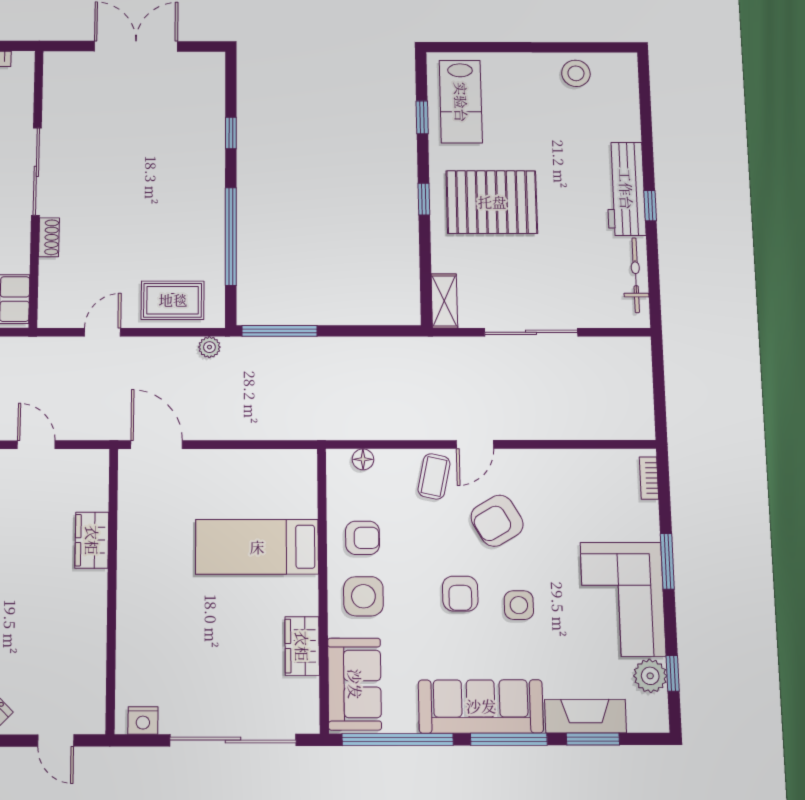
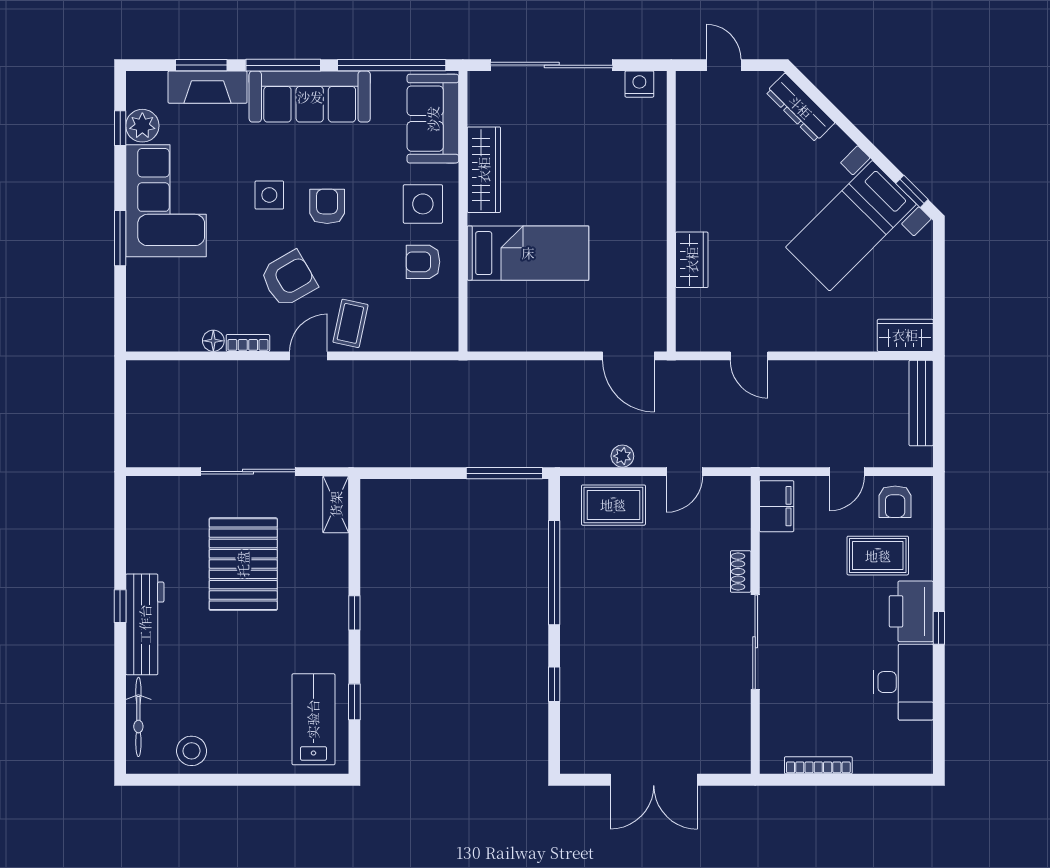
pallet: (492, 202) -> (243, 564), moved, turned 90
bicycle: (636, 275) -> (138, 717), moved
plant: (209, 347) -> (622, 456), moved
floor lamp: (363, 459) -> (213, 341), moved
bookcase: (649, 478) -> (248, 343), moved, turned -90
wardrobe: (302, 646) -> (484, 170), width x1.50

